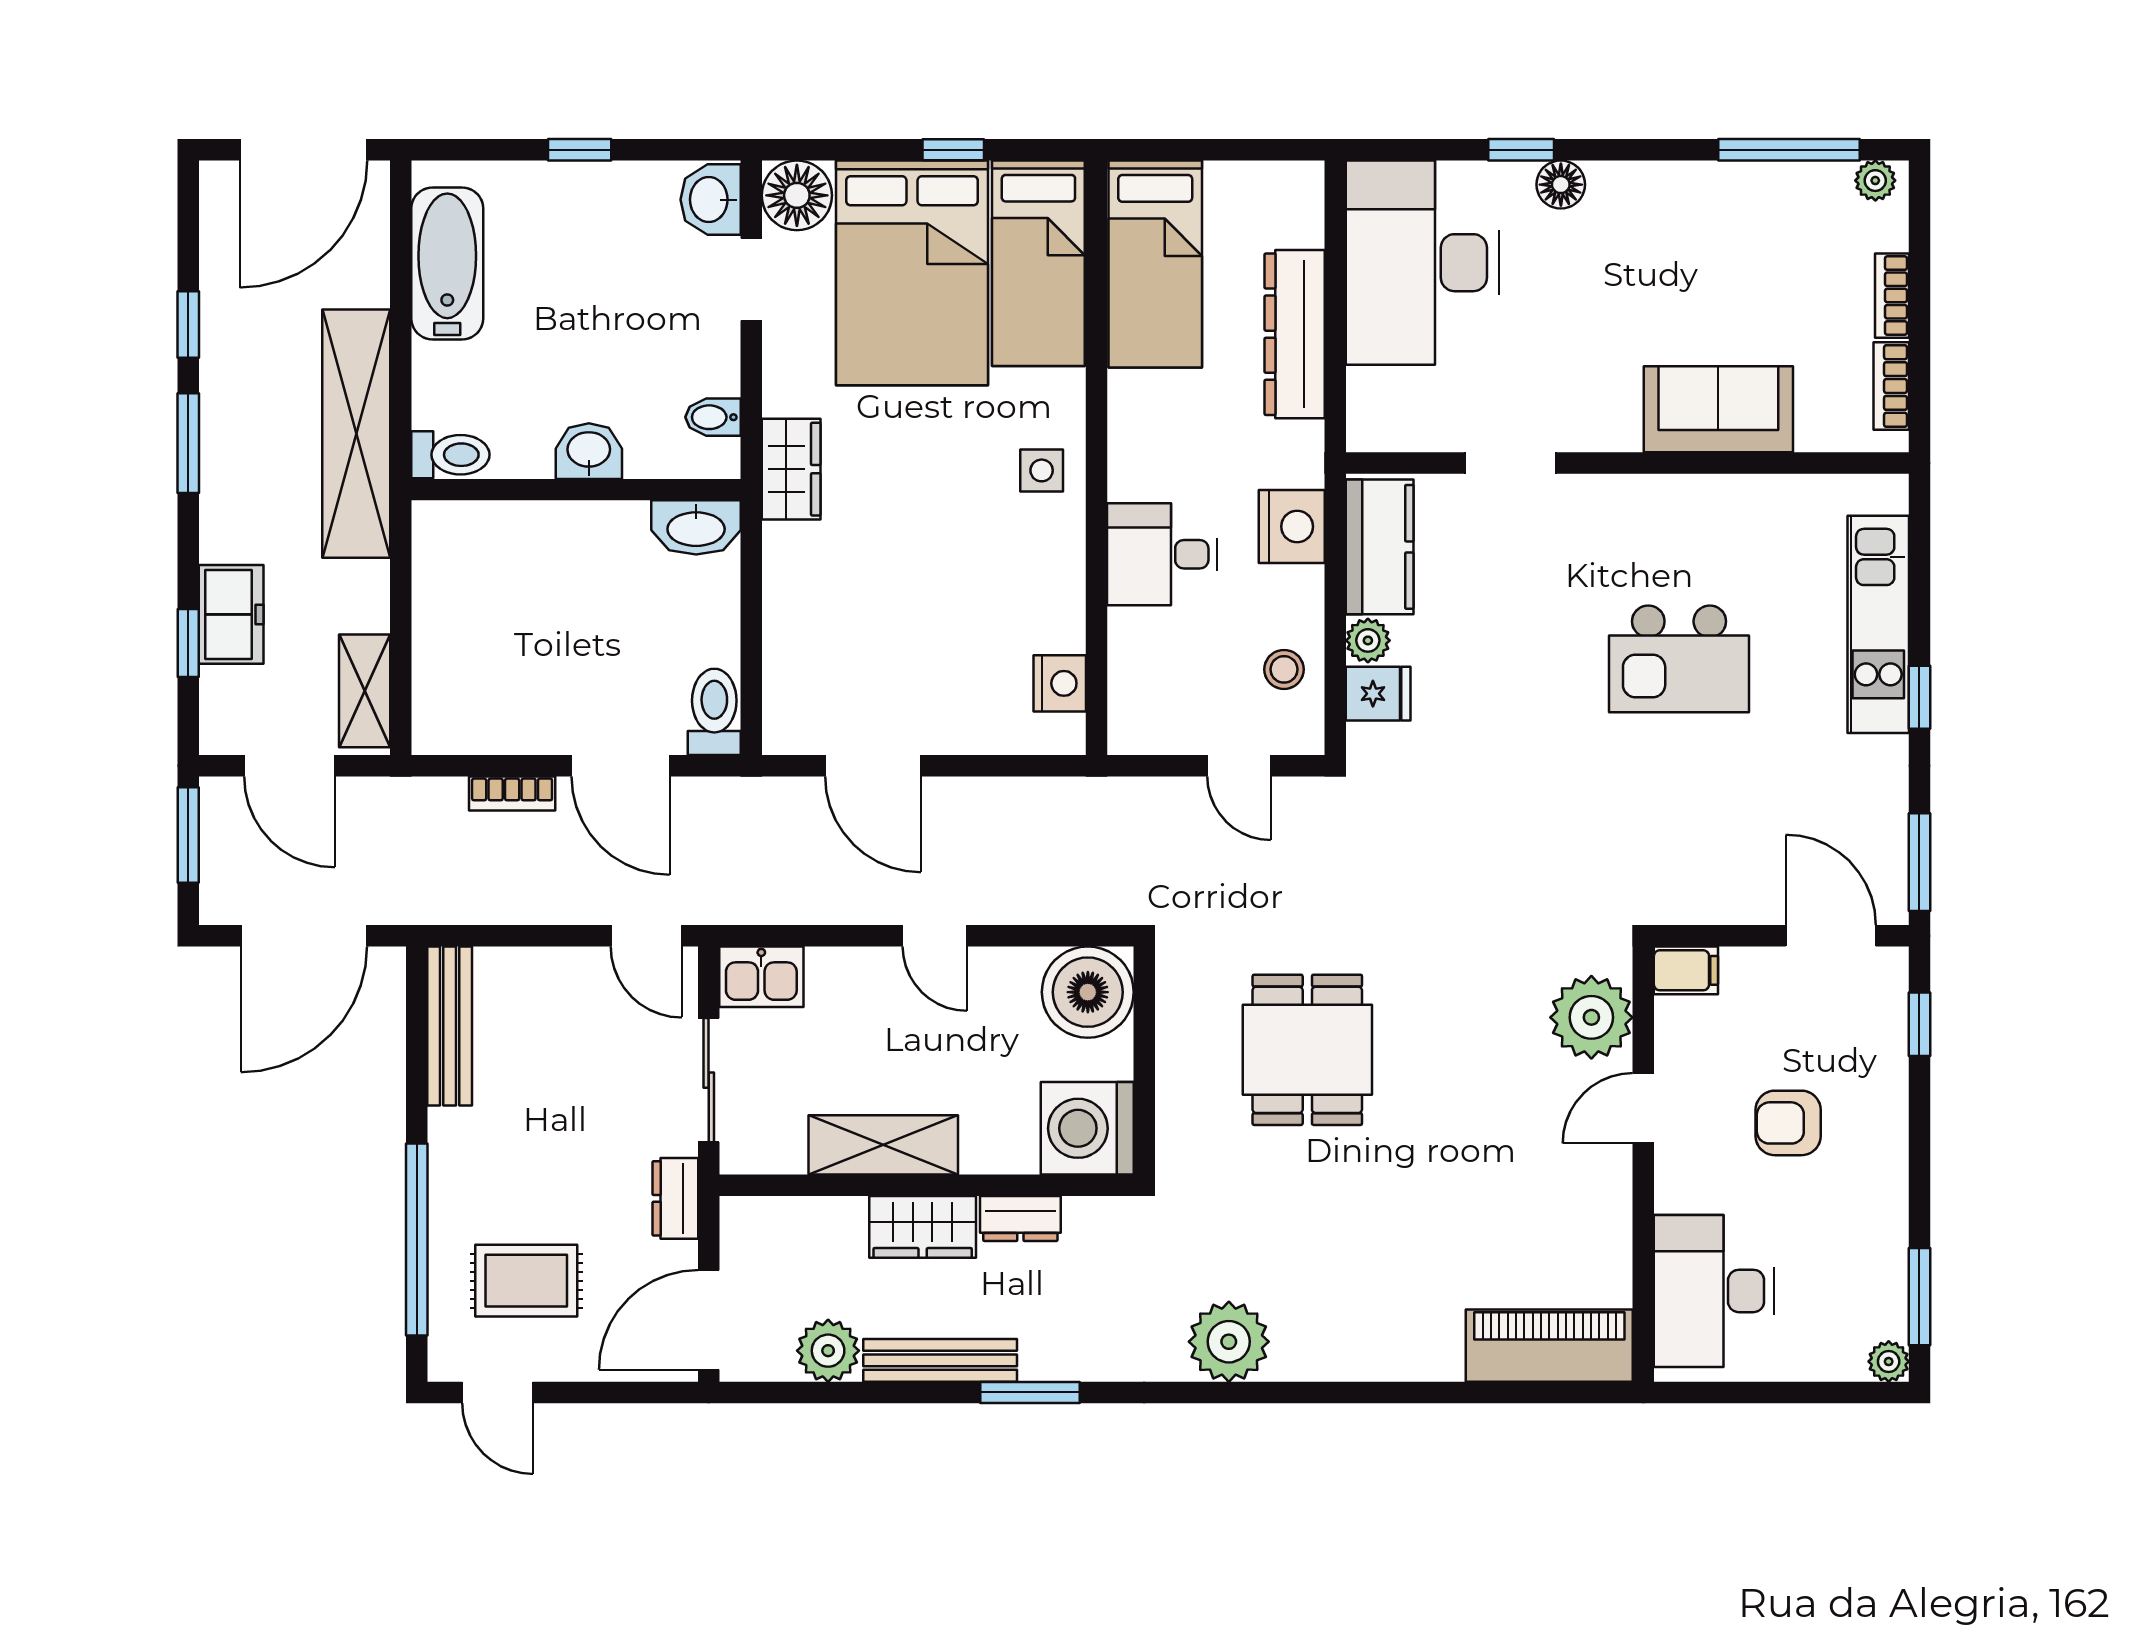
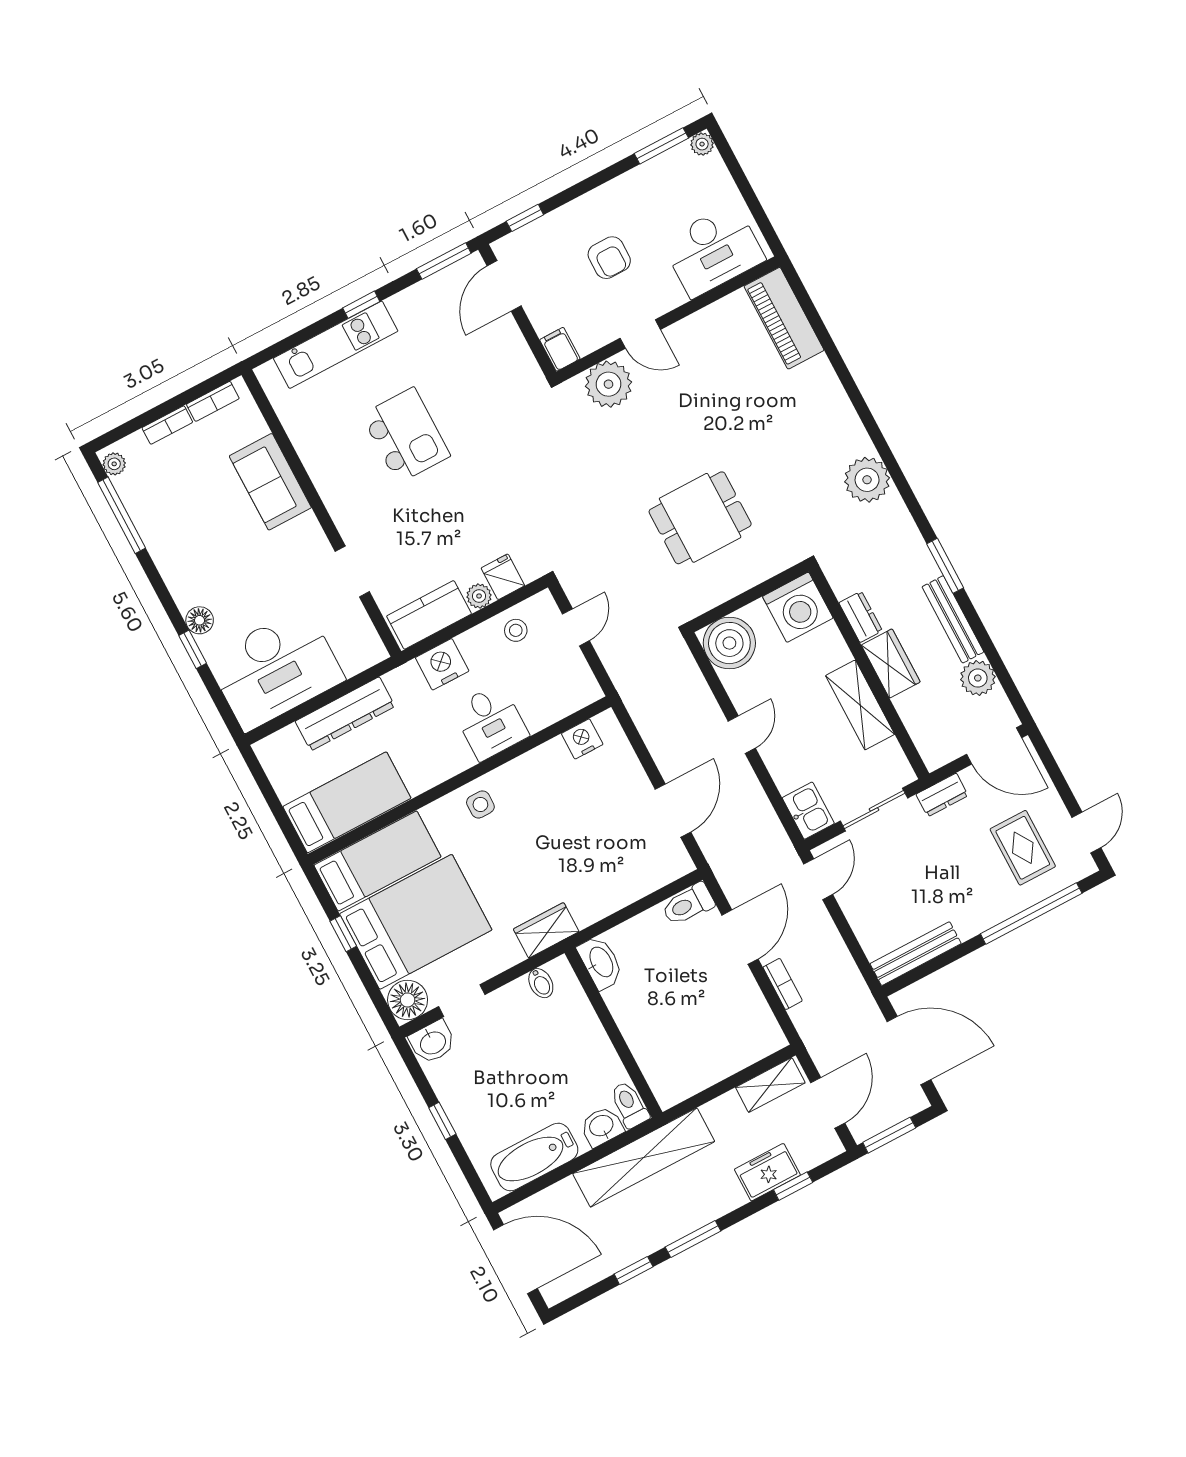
washbasin: (589, 451) -> (602, 1126), moved, turned 90

